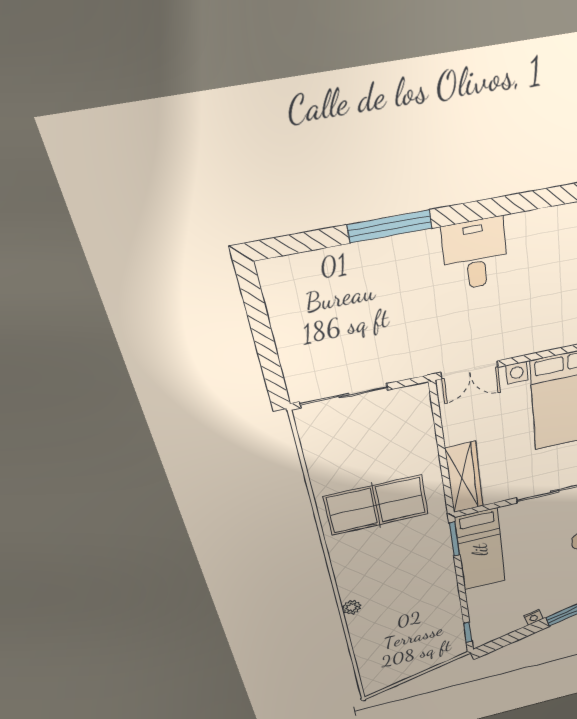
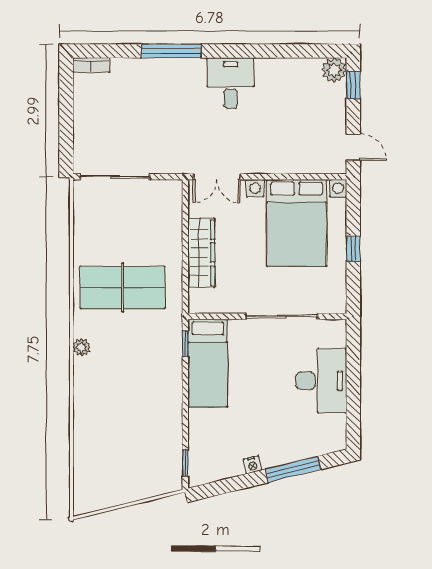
bookcase: (282, 266) -> (91, 65), added
wardrobe: (464, 477) -> (201, 253), moved
window: (454, 539) -> (185, 343), width x0.67
plant: (352, 607) -> (82, 347), moved

